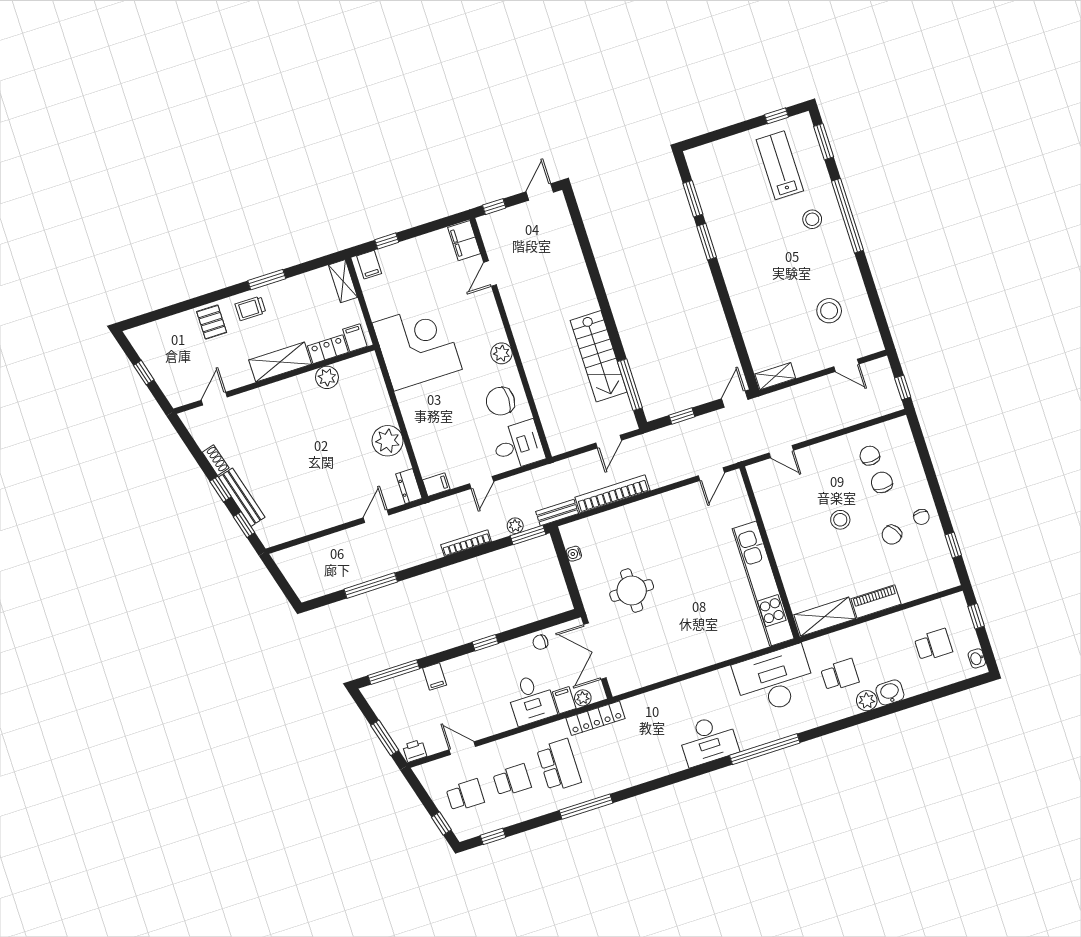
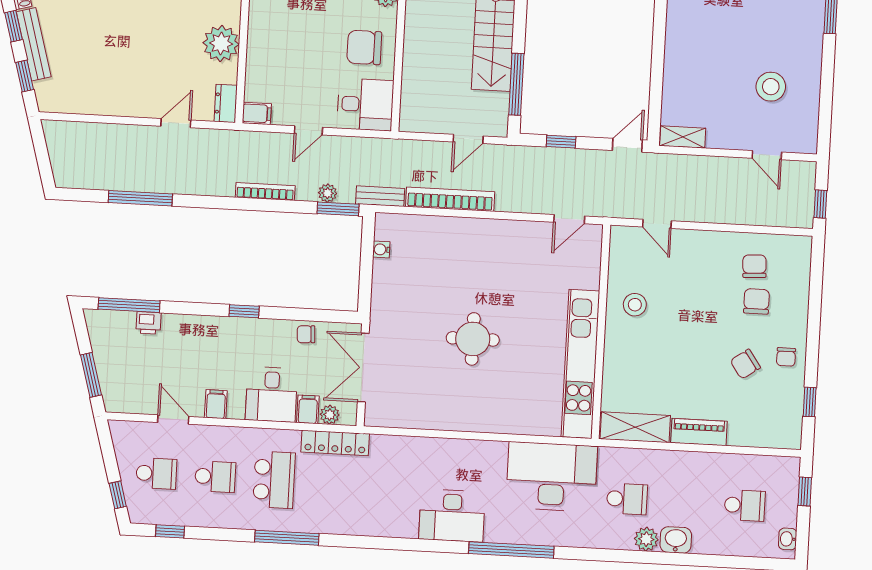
stool: (840, 520) -> (635, 305), moved
round table: (632, 591) -> (473, 339), moved
filing cabinet: (435, 676) -> (216, 404), moved, turned 180
printer: (415, 751) -> (149, 323), moved, turned 180

